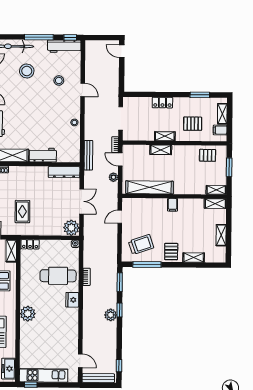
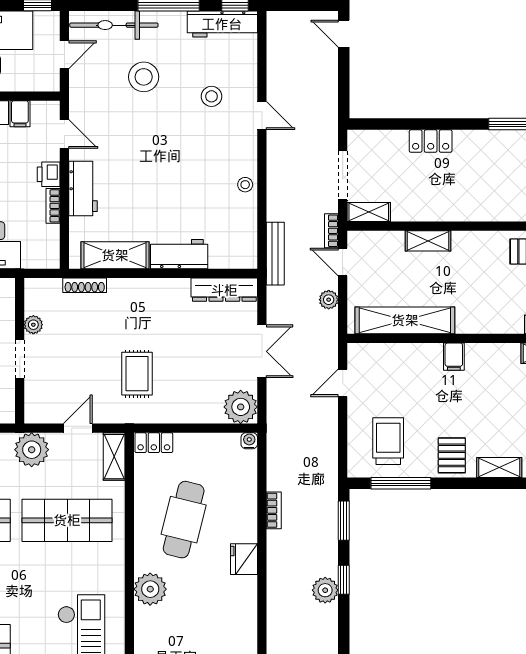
pallet: (193, 124) -> (495, 185), removed
shelving: (165, 136) -> (369, 212), moved
trolley: (141, 245) -> (388, 441), turned -71
cafe table: (58, 276) -> (184, 520), moved, turned -76

